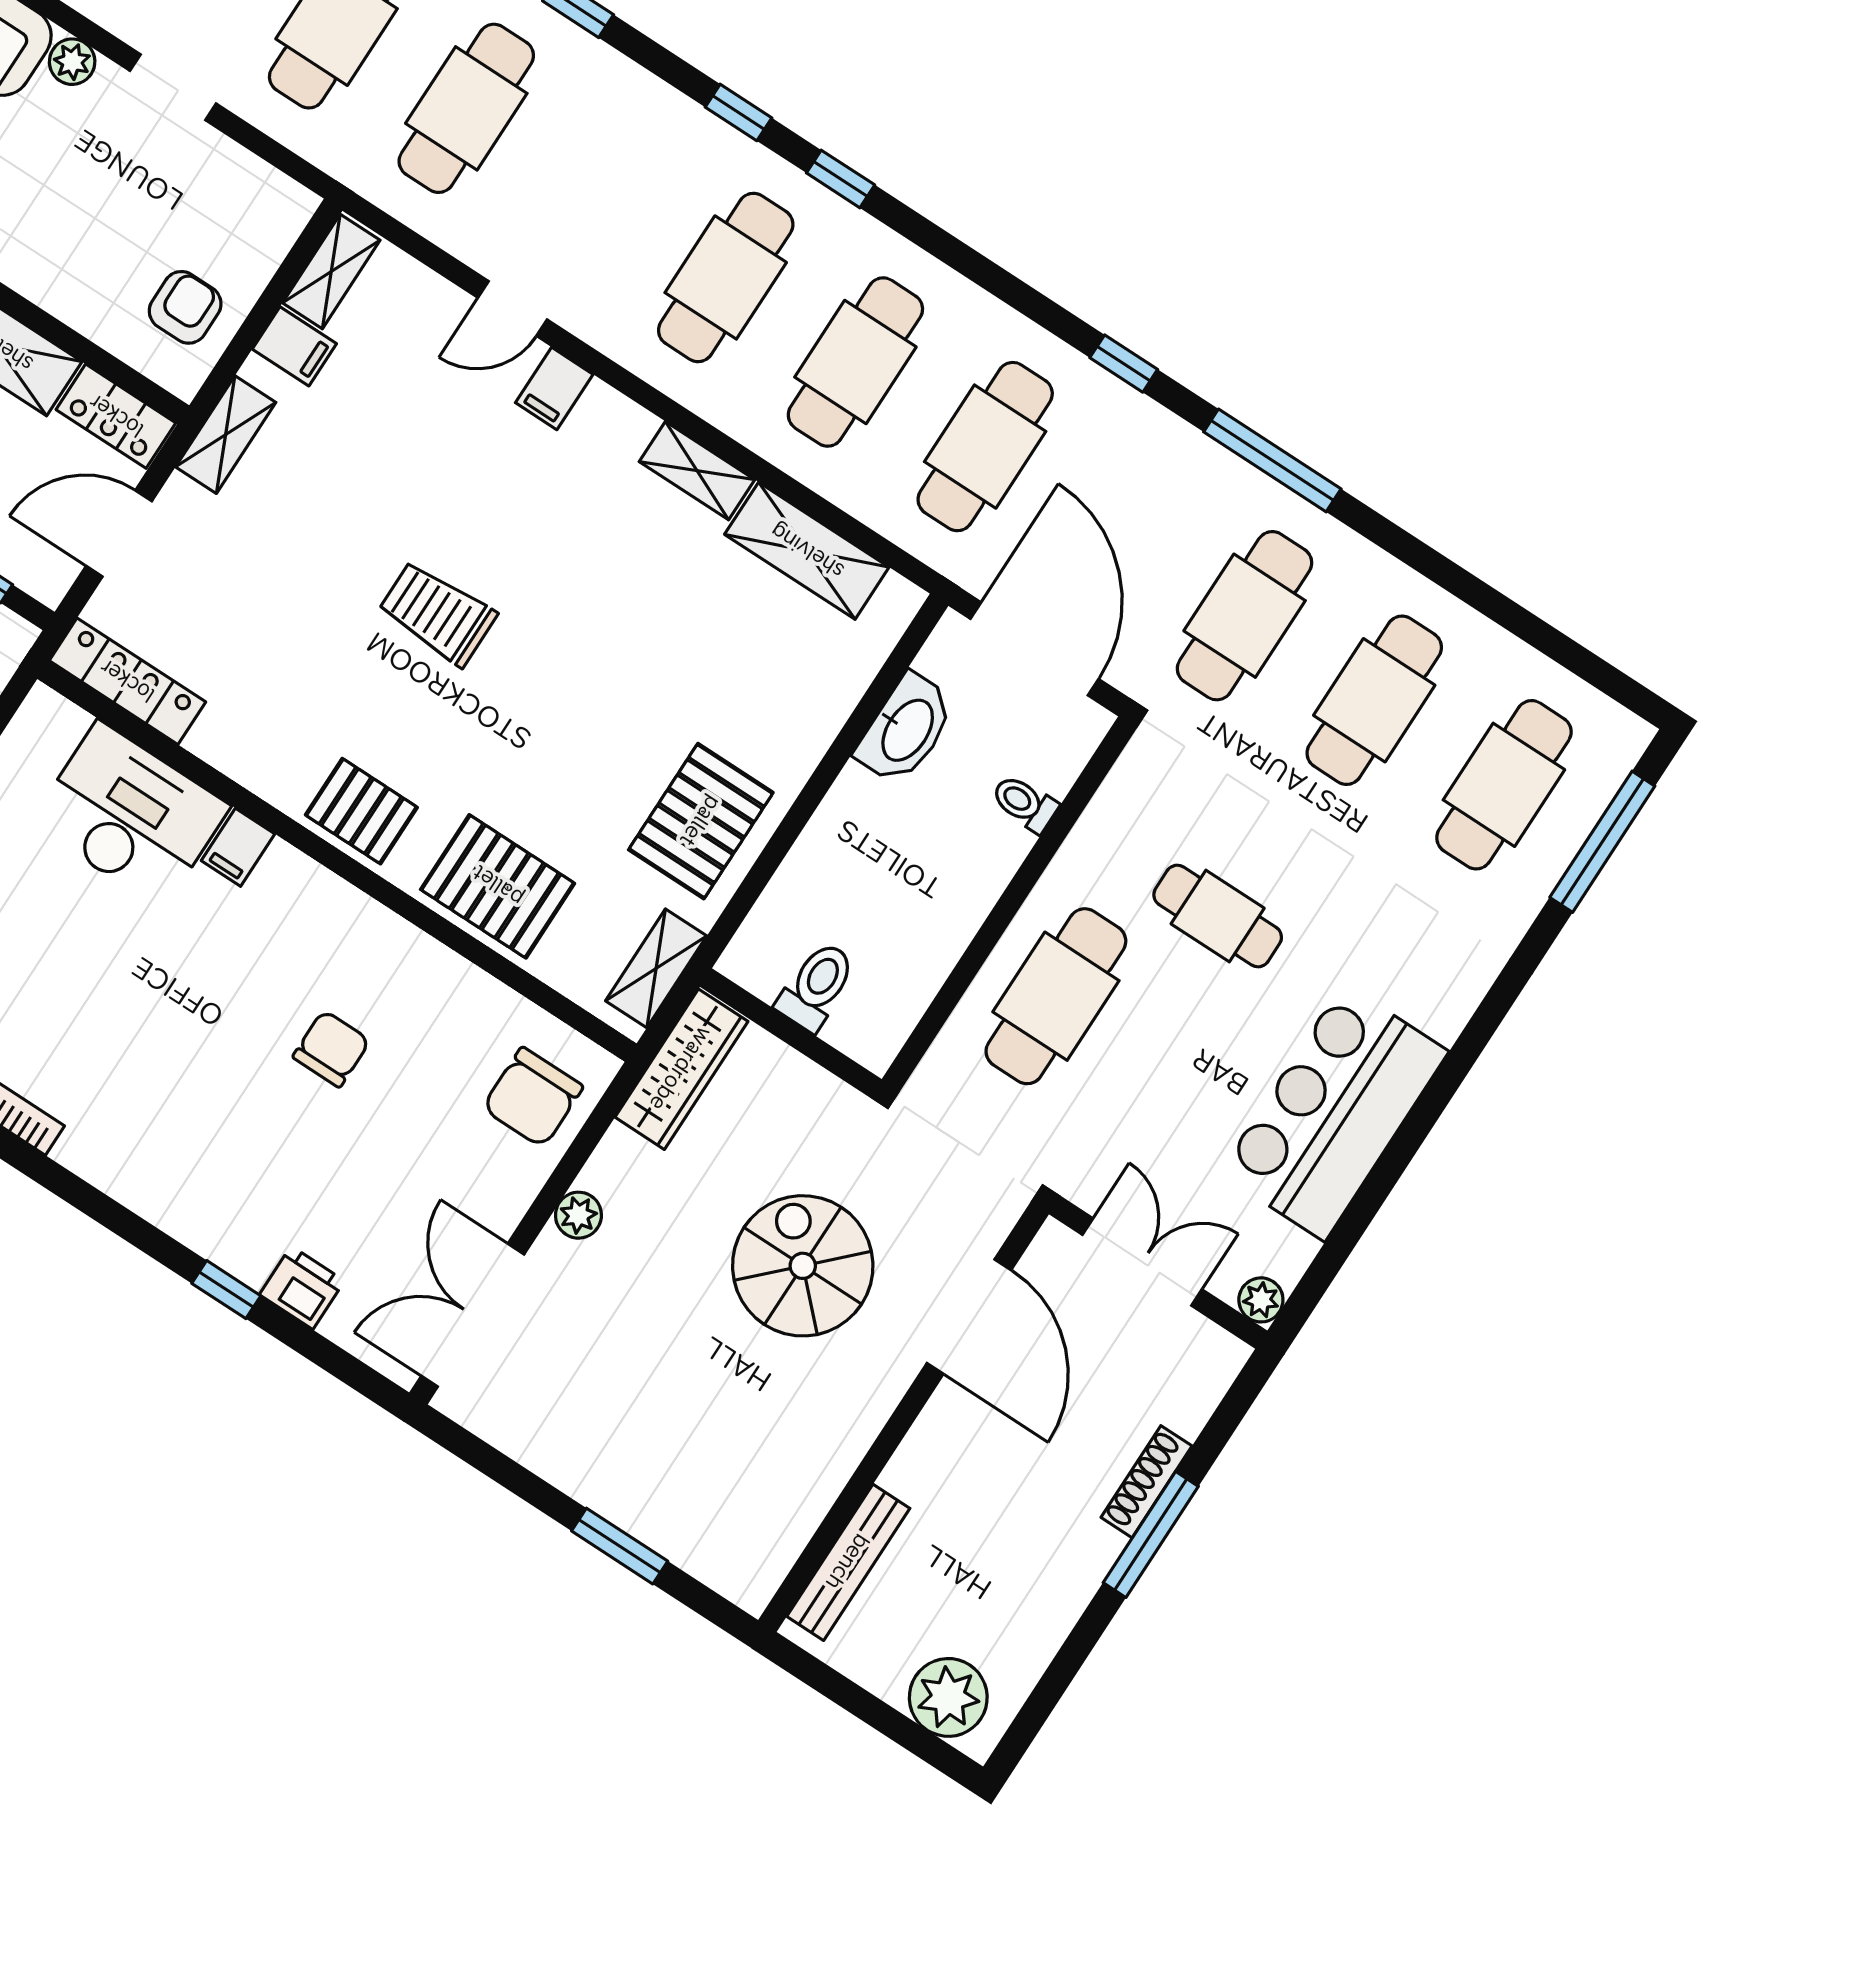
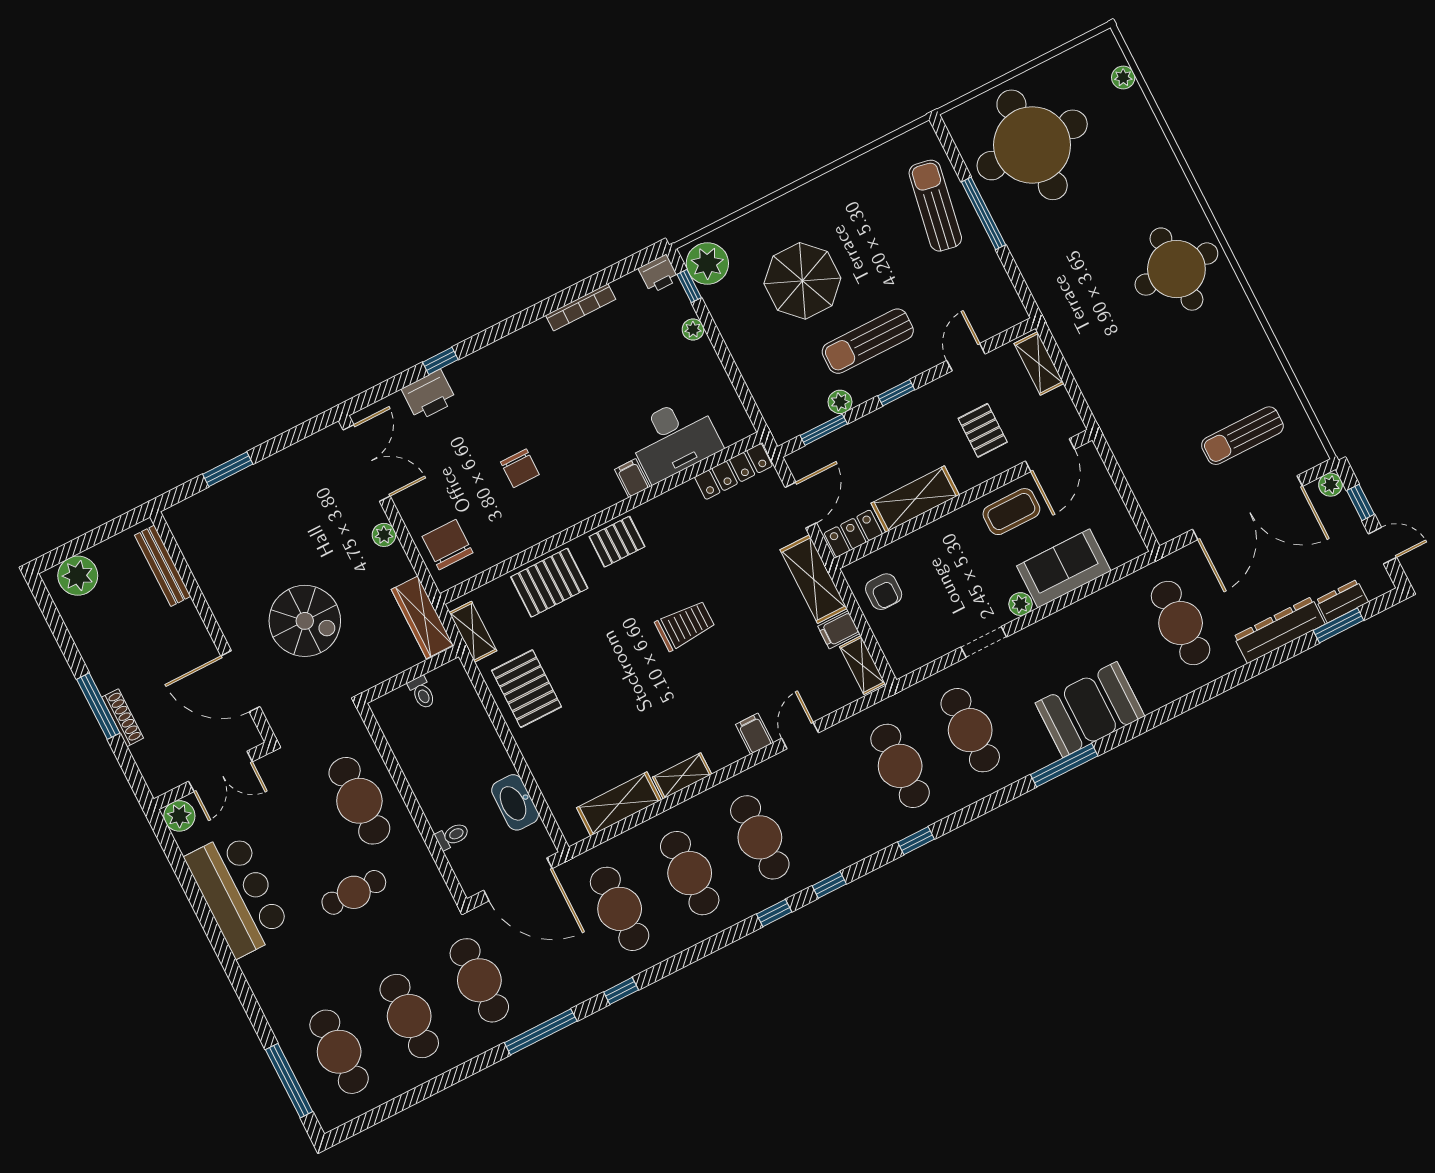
shelving: (226, 435) -> (814, 579), width x1.50, depth x1.33
toilet: (816, 986) -> (422, 692), width x0.73, depth x0.72
printer: (302, 1288) -> (429, 395), width x1.36, depth x1.24
plant: (1261, 1300) -> (179, 816), width x1.38, depth x1.38

